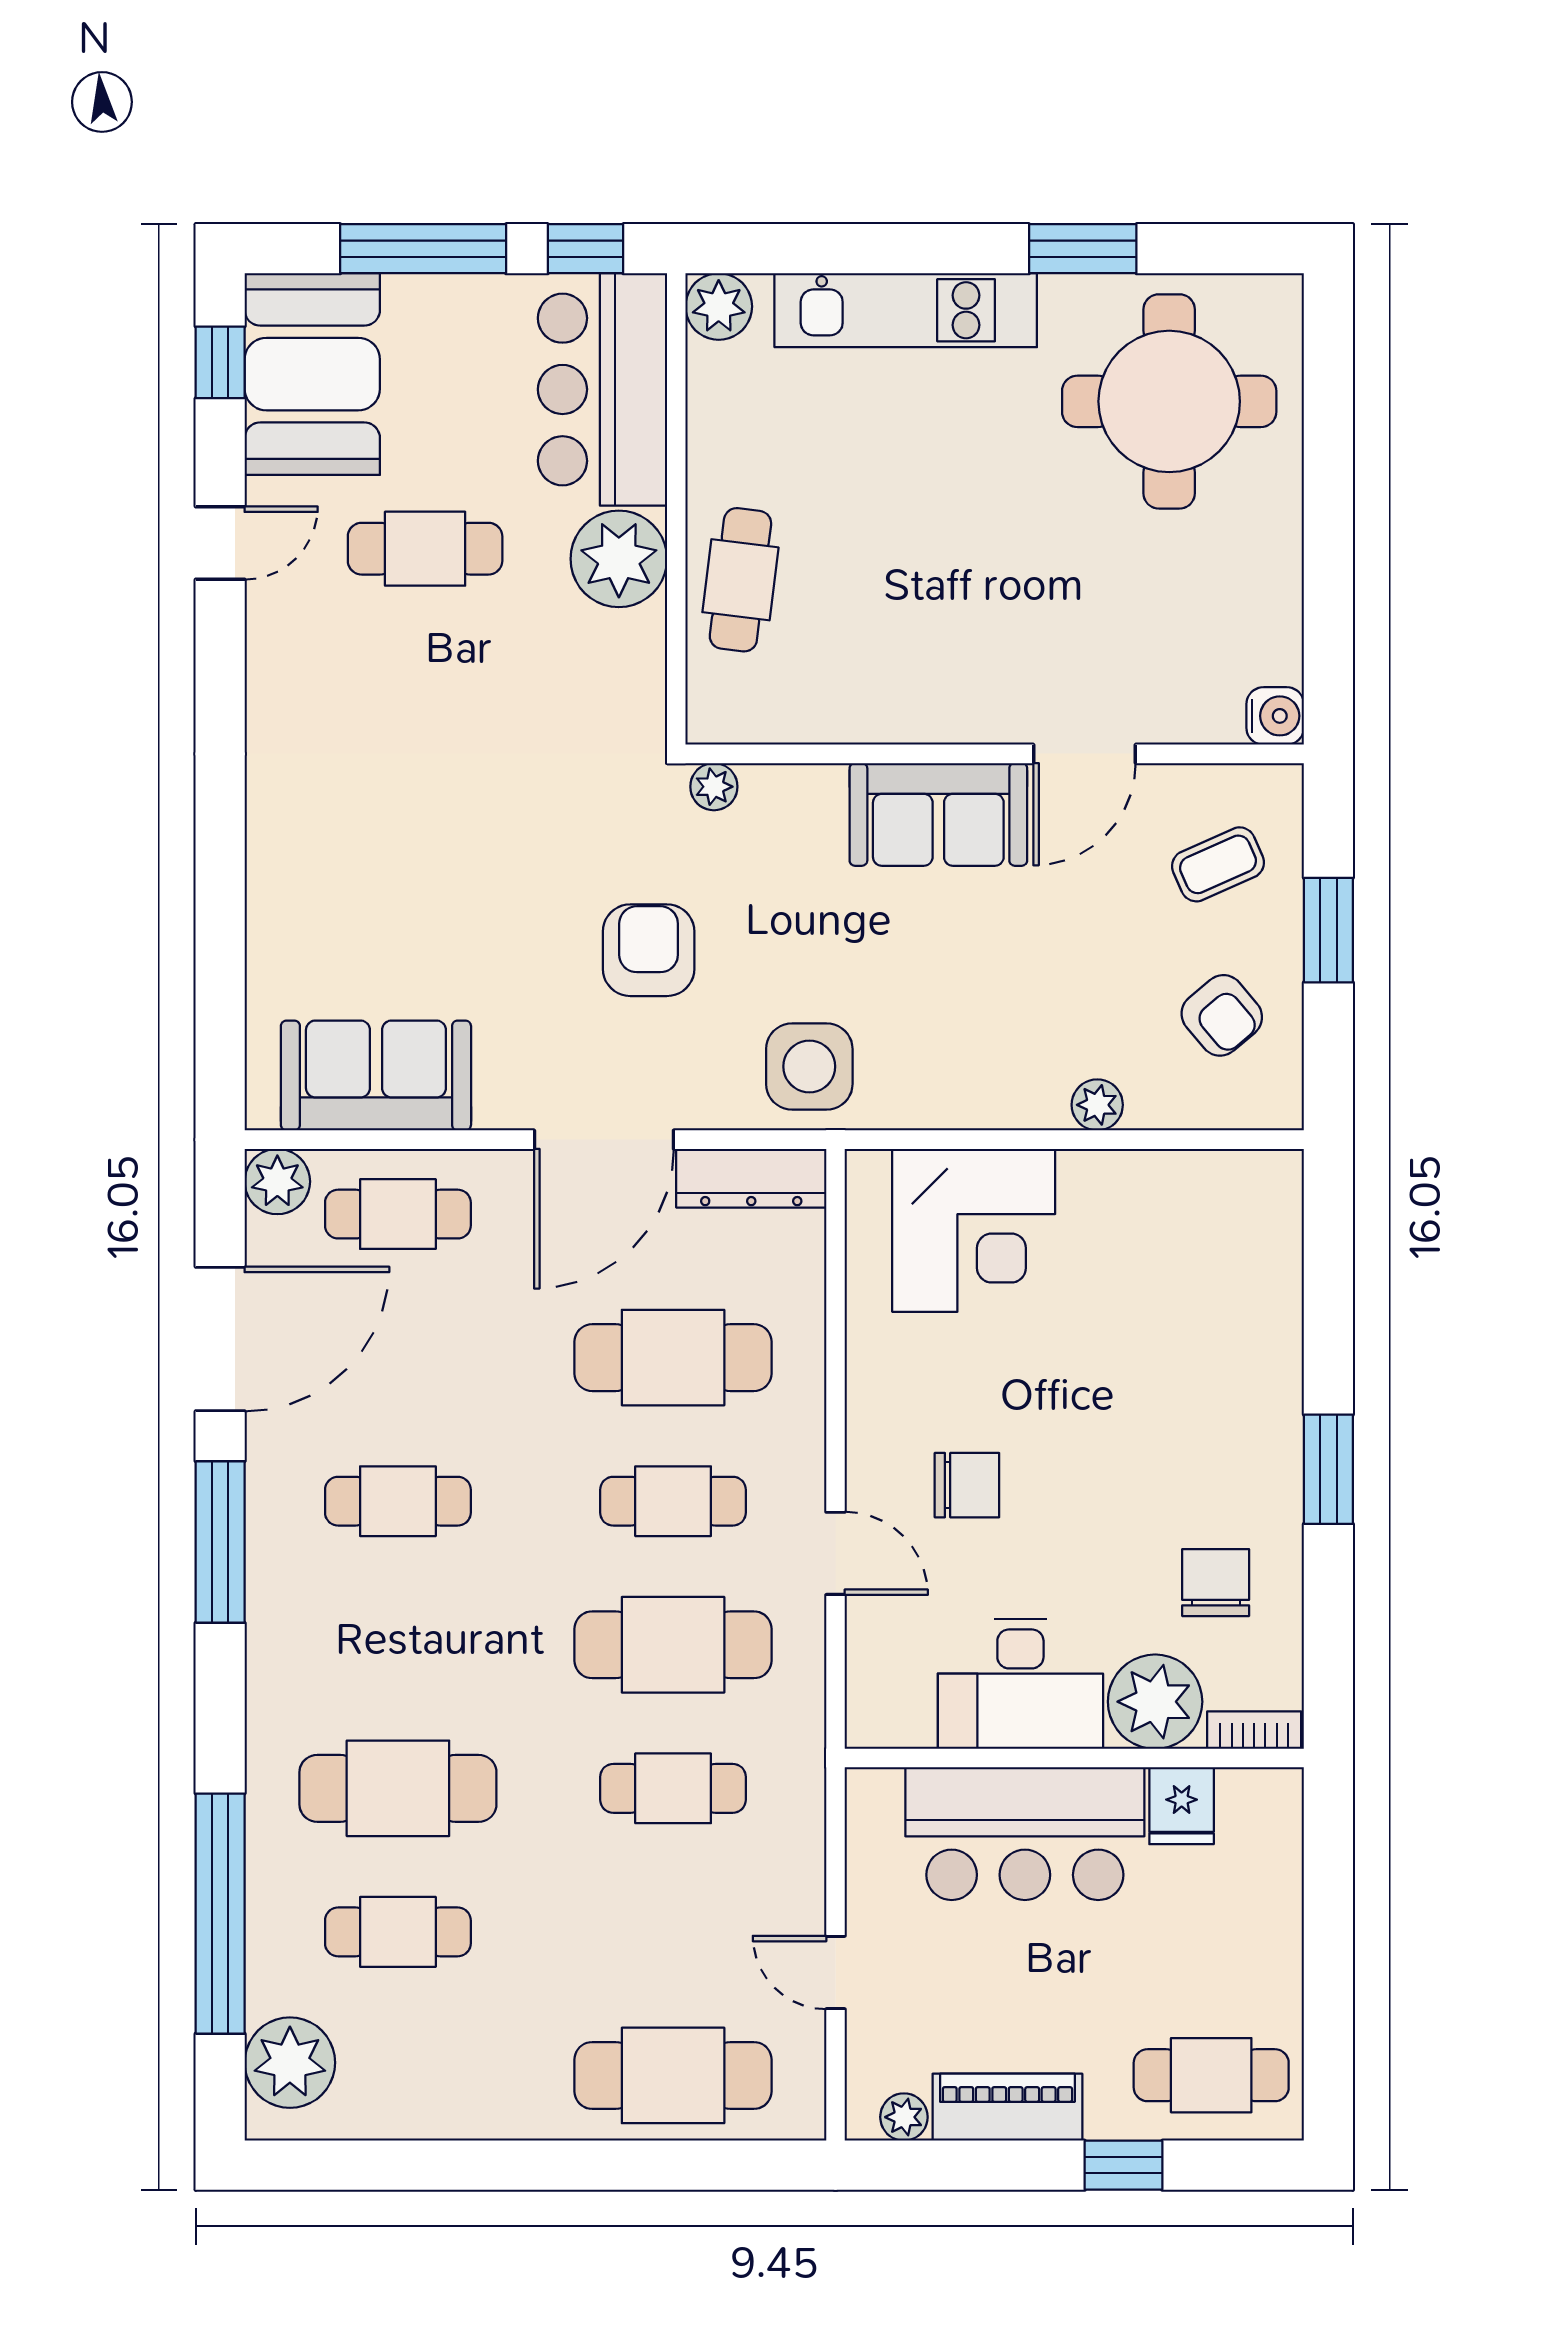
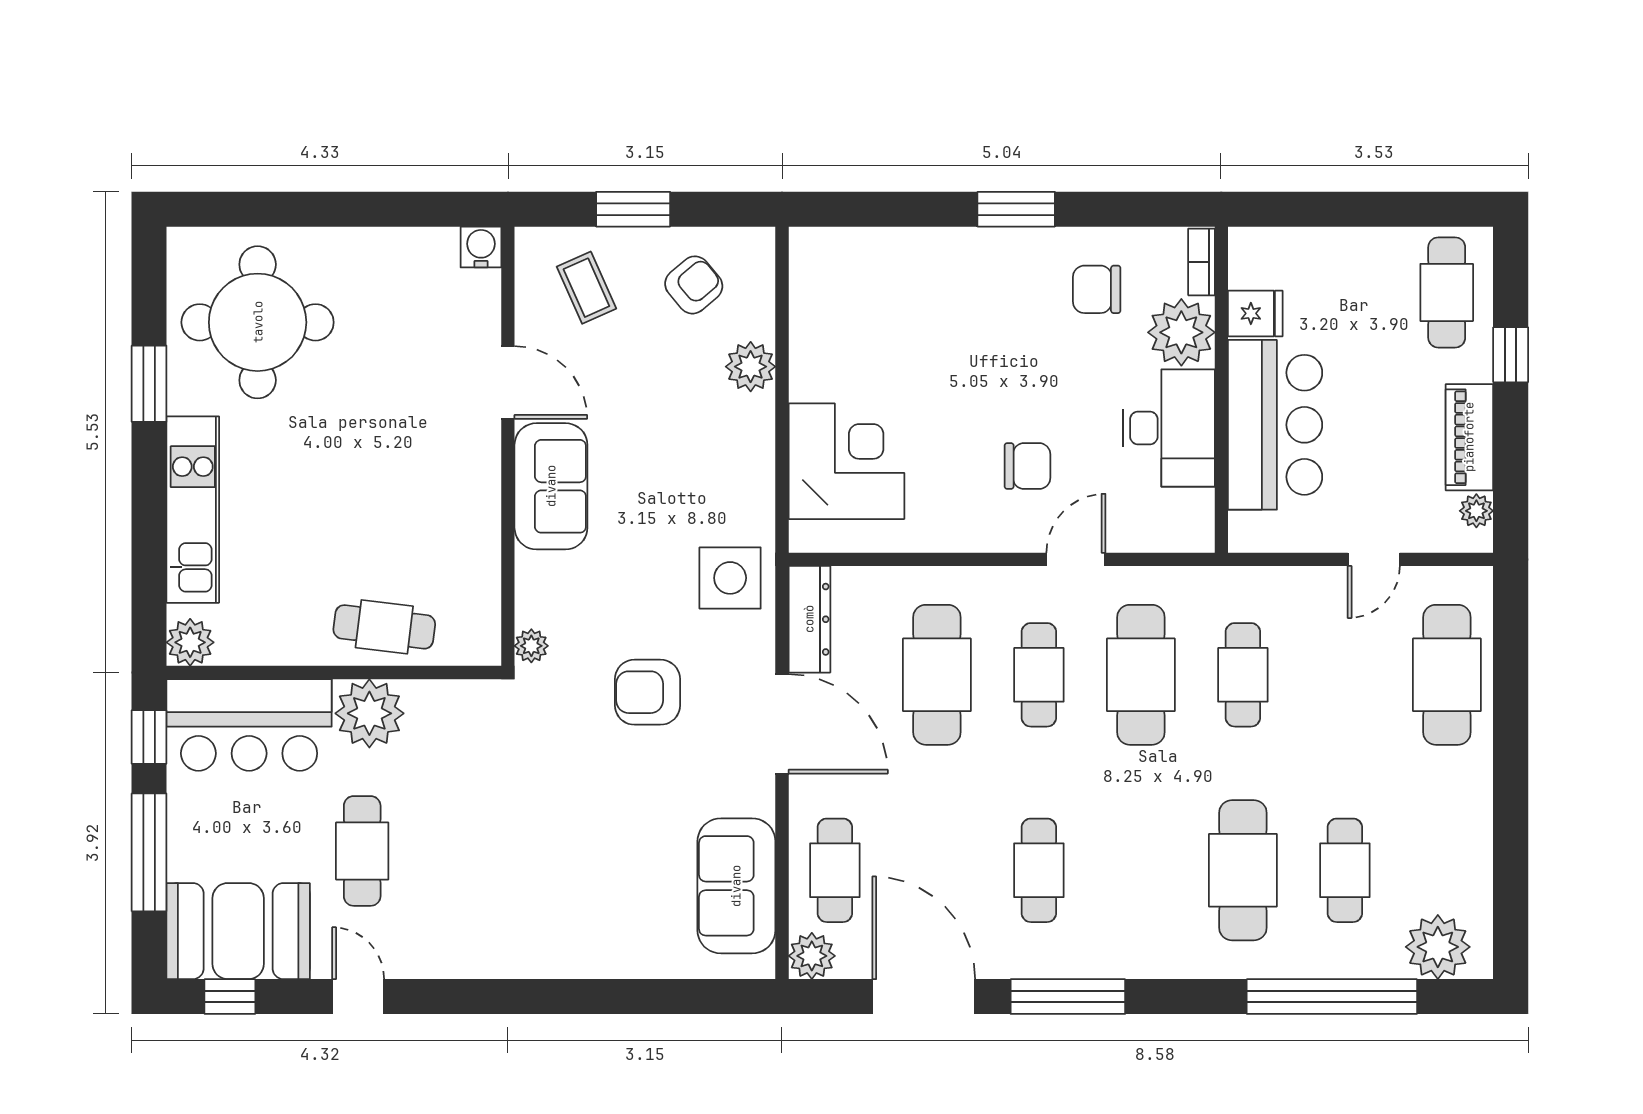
plant: (1097, 1105) -> (751, 367), width x1.38, depth x1.38
chair: (967, 1485) -> (1027, 466), turned 90

